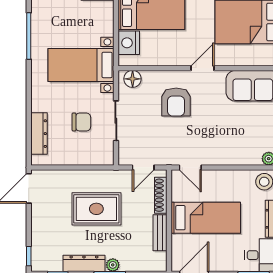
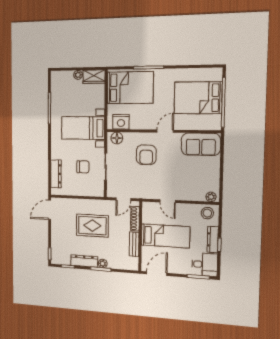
nightstand: (129, 43) -> (121, 122), moved, turned -90
door: (190, 167) -> (168, 201), moved

